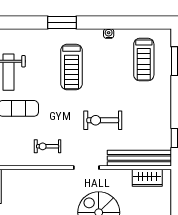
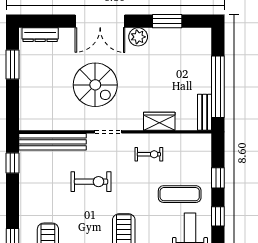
wardrobe: (147, 178) -> (159, 121), moved

